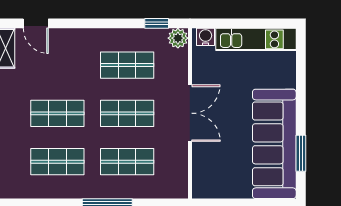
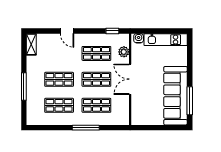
door: (36, 23) -> (67, 31), moved
plant: (178, 38) -> (124, 52), moved
double door: (190, 113) -> (130, 79), swing flipped
window: (301, 153) -> (190, 101), width x1.44

